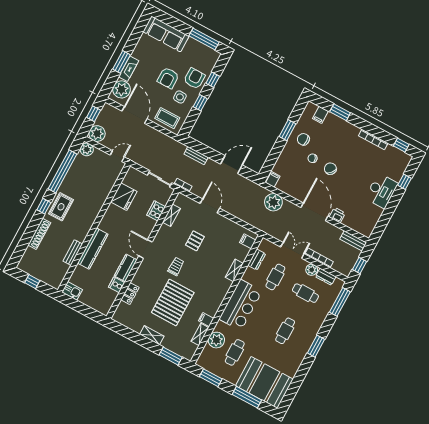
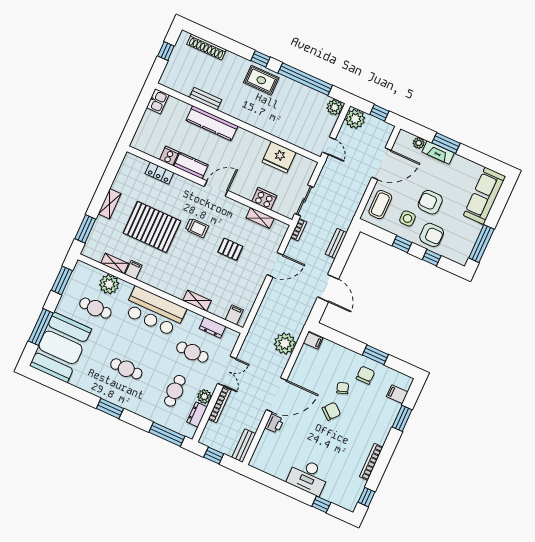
plant: (122, 89) -> (419, 143), width x0.53, depth x0.53
shoe rack: (39, 234) -> (207, 47), moved

